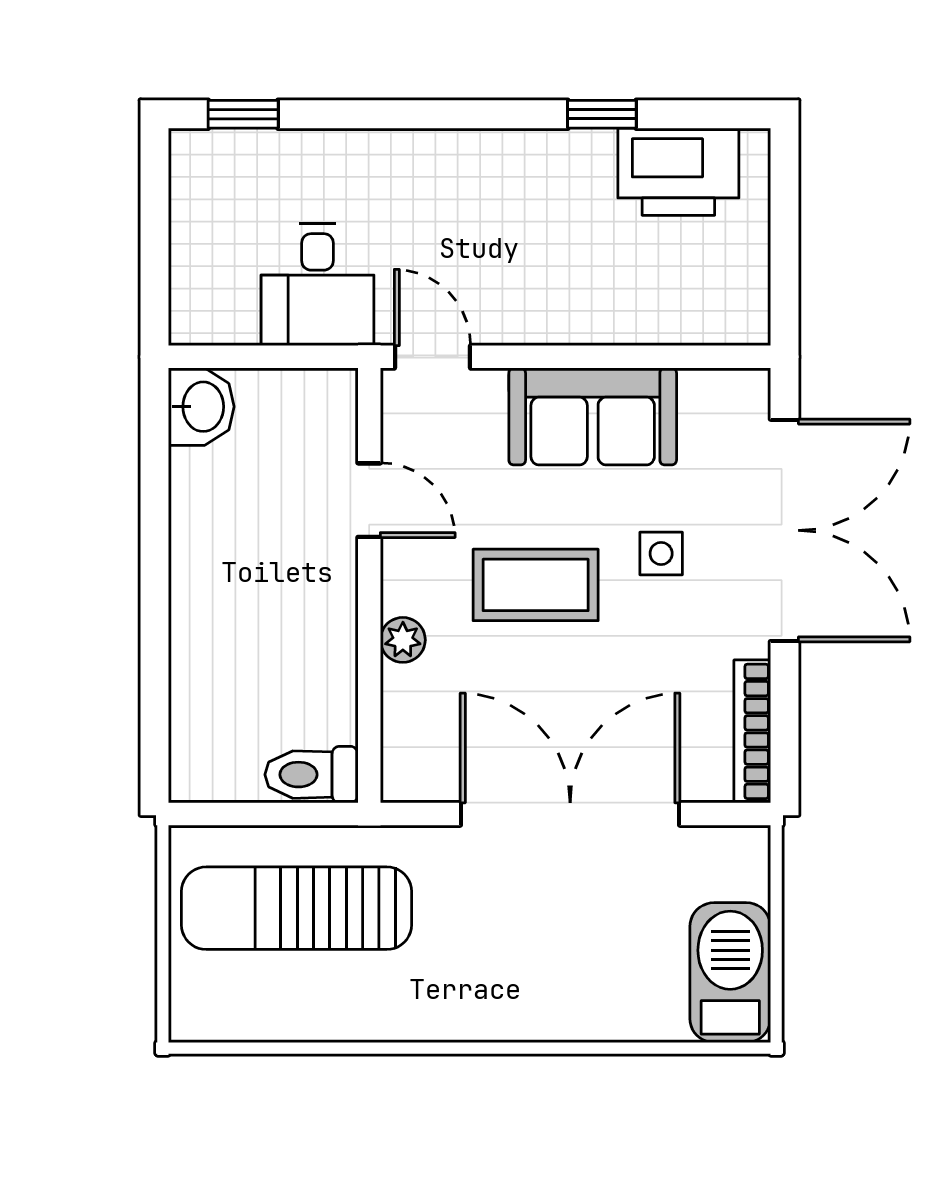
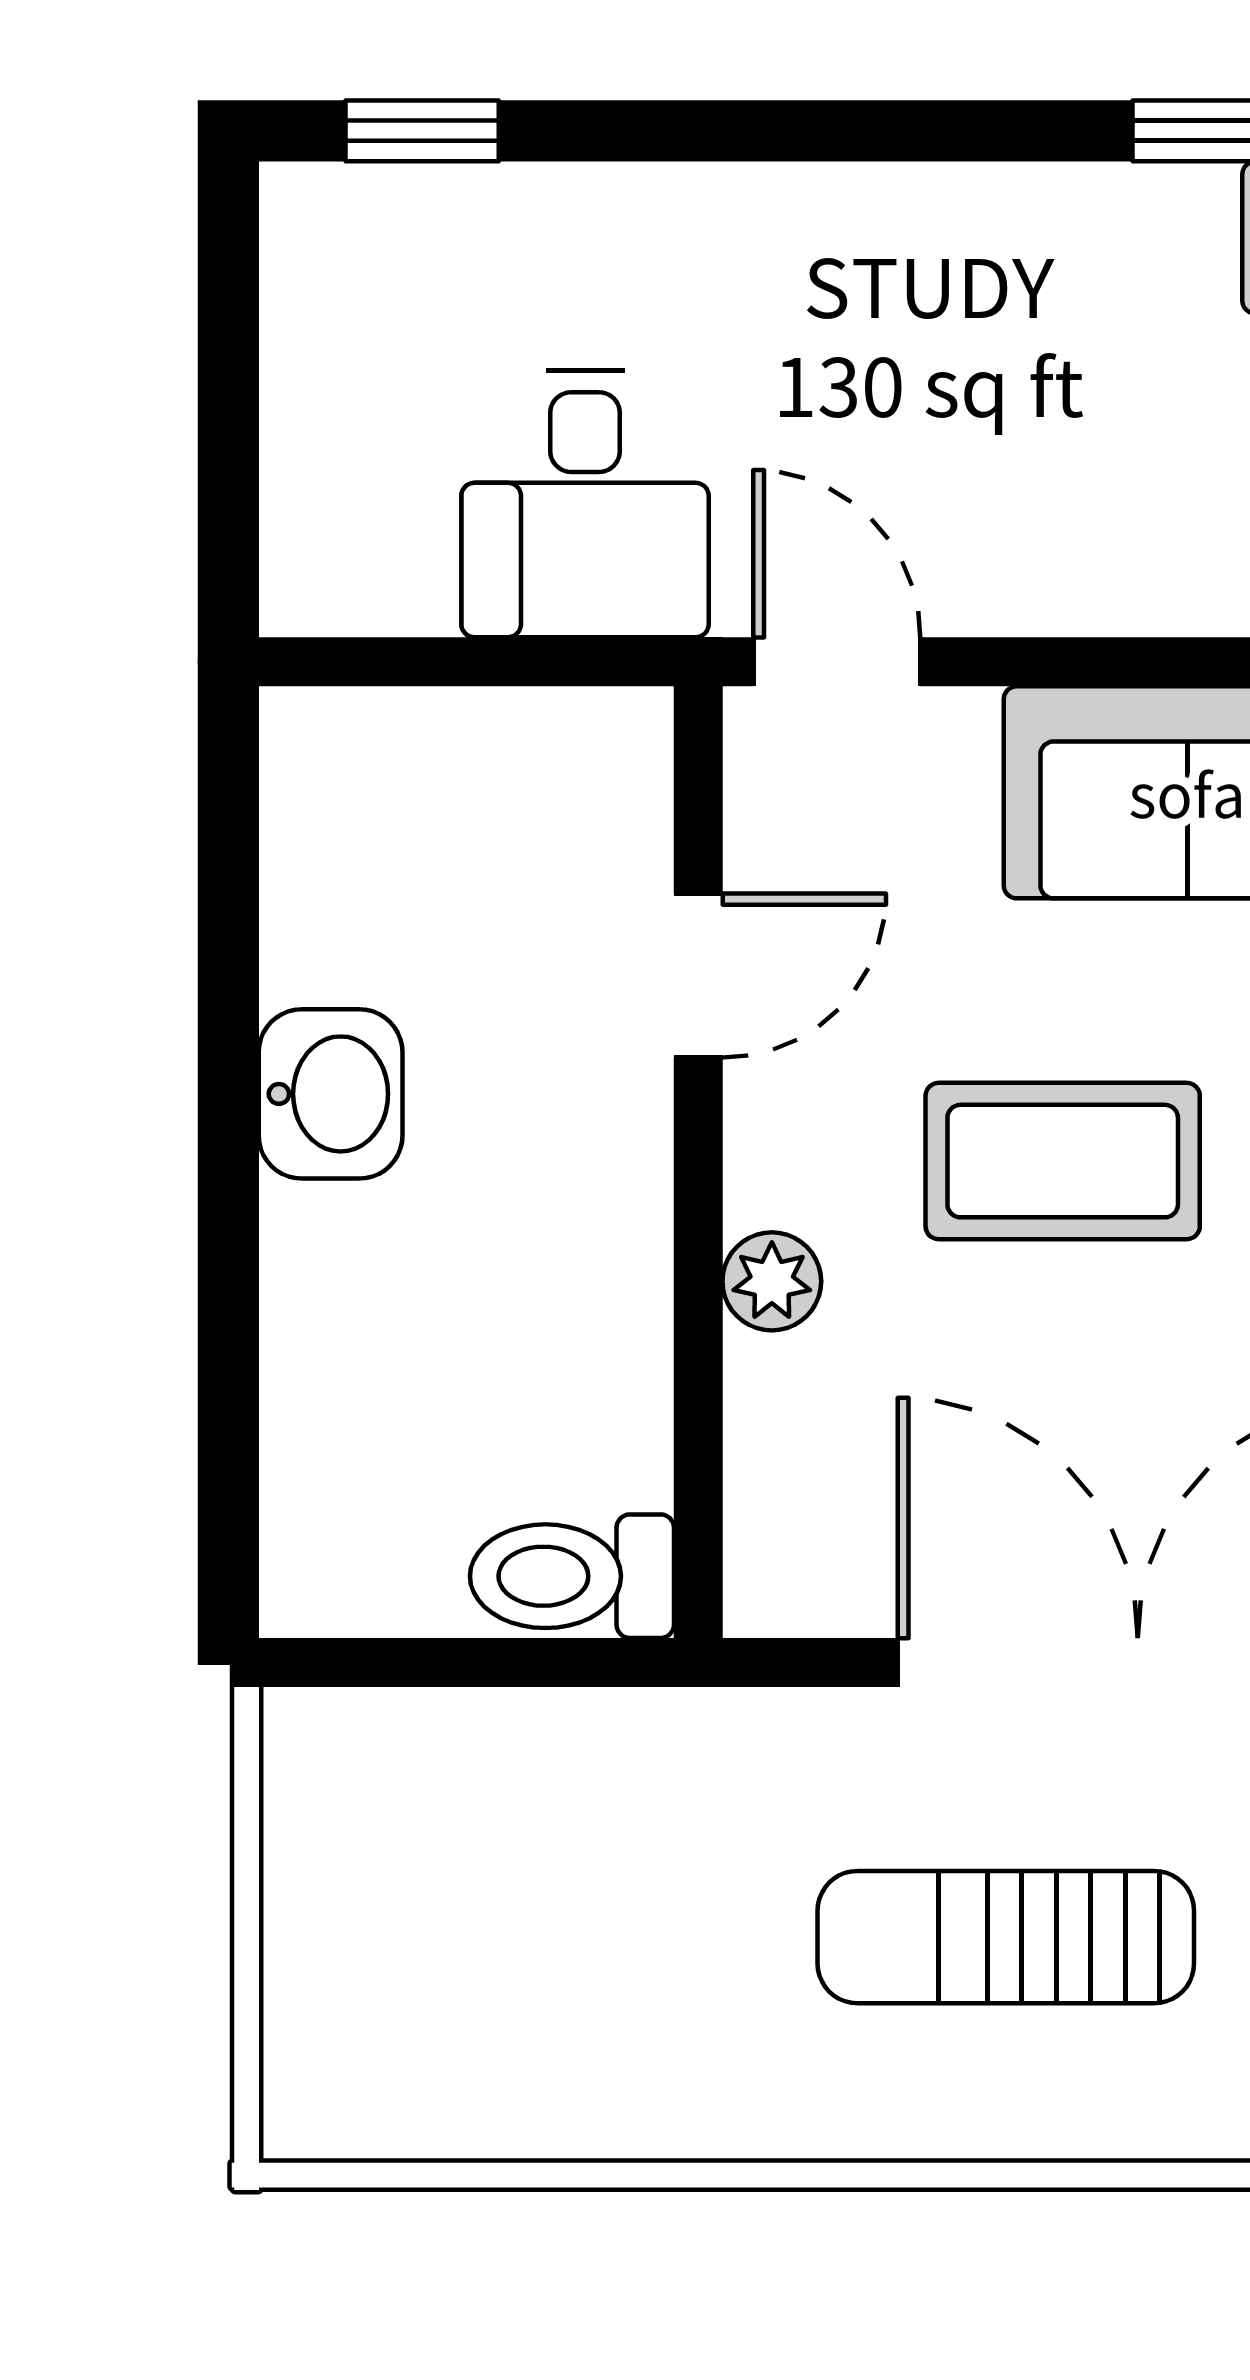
washbasin: (201, 407) -> (331, 1094), moved
door: (369, 500) -> (698, 976), hinge flipped
sun lounger: (297, 908) -> (1006, 1937), moved, width x0.73, depth x0.75

